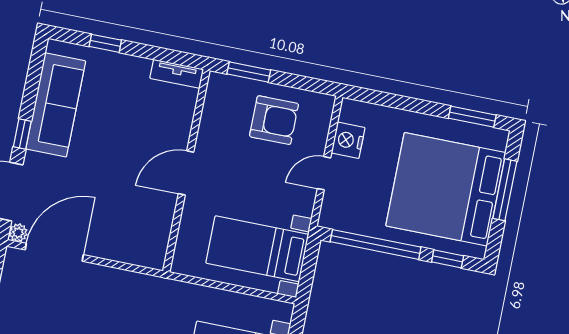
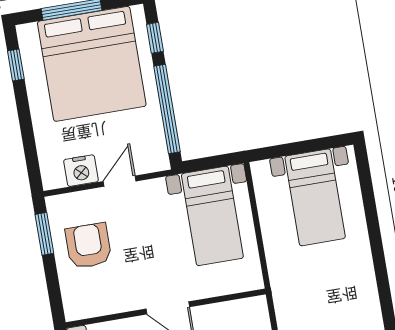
window: (249, 72) -> (44, 234), moved
window: (472, 117) -> (16, 65), width x0.67
door: (324, 173) -> (120, 181), swing flipped

